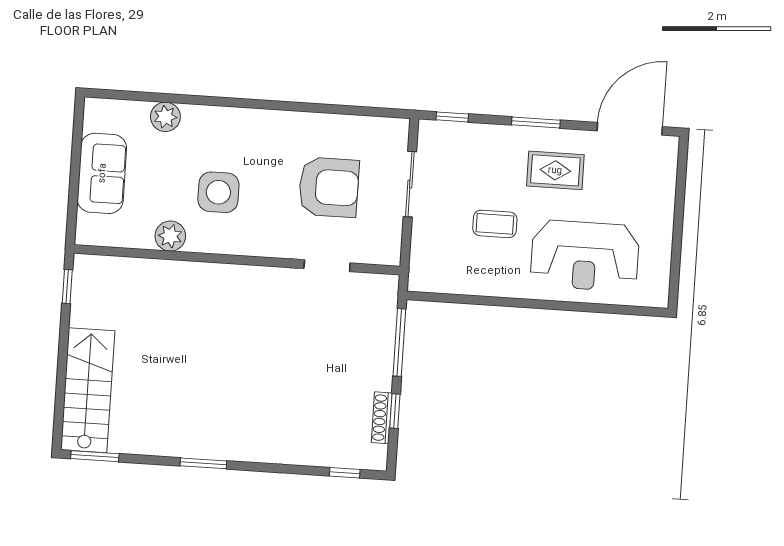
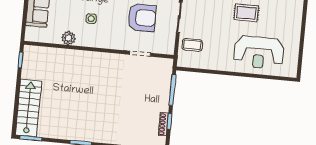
side table: (218, 192) -> (91, 19), width x0.54, depth x0.54
coffee table: (495, 224) -> (192, 45), moved

